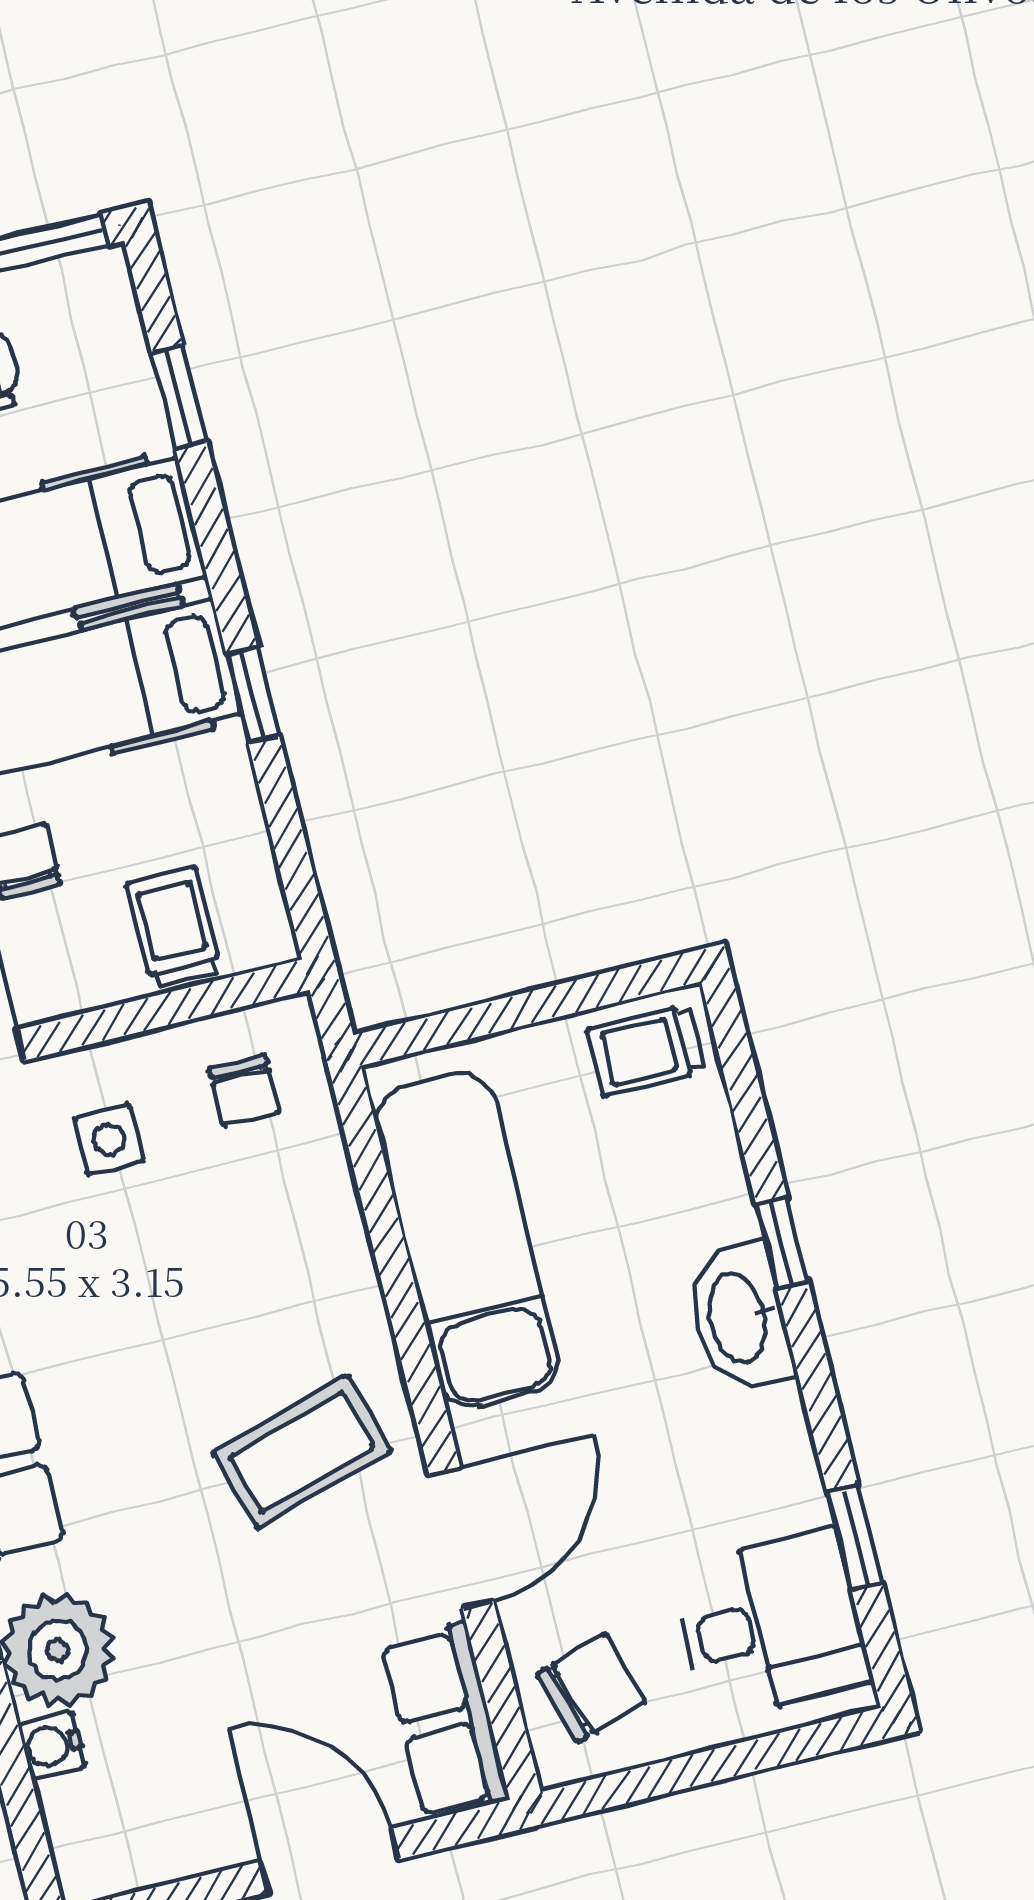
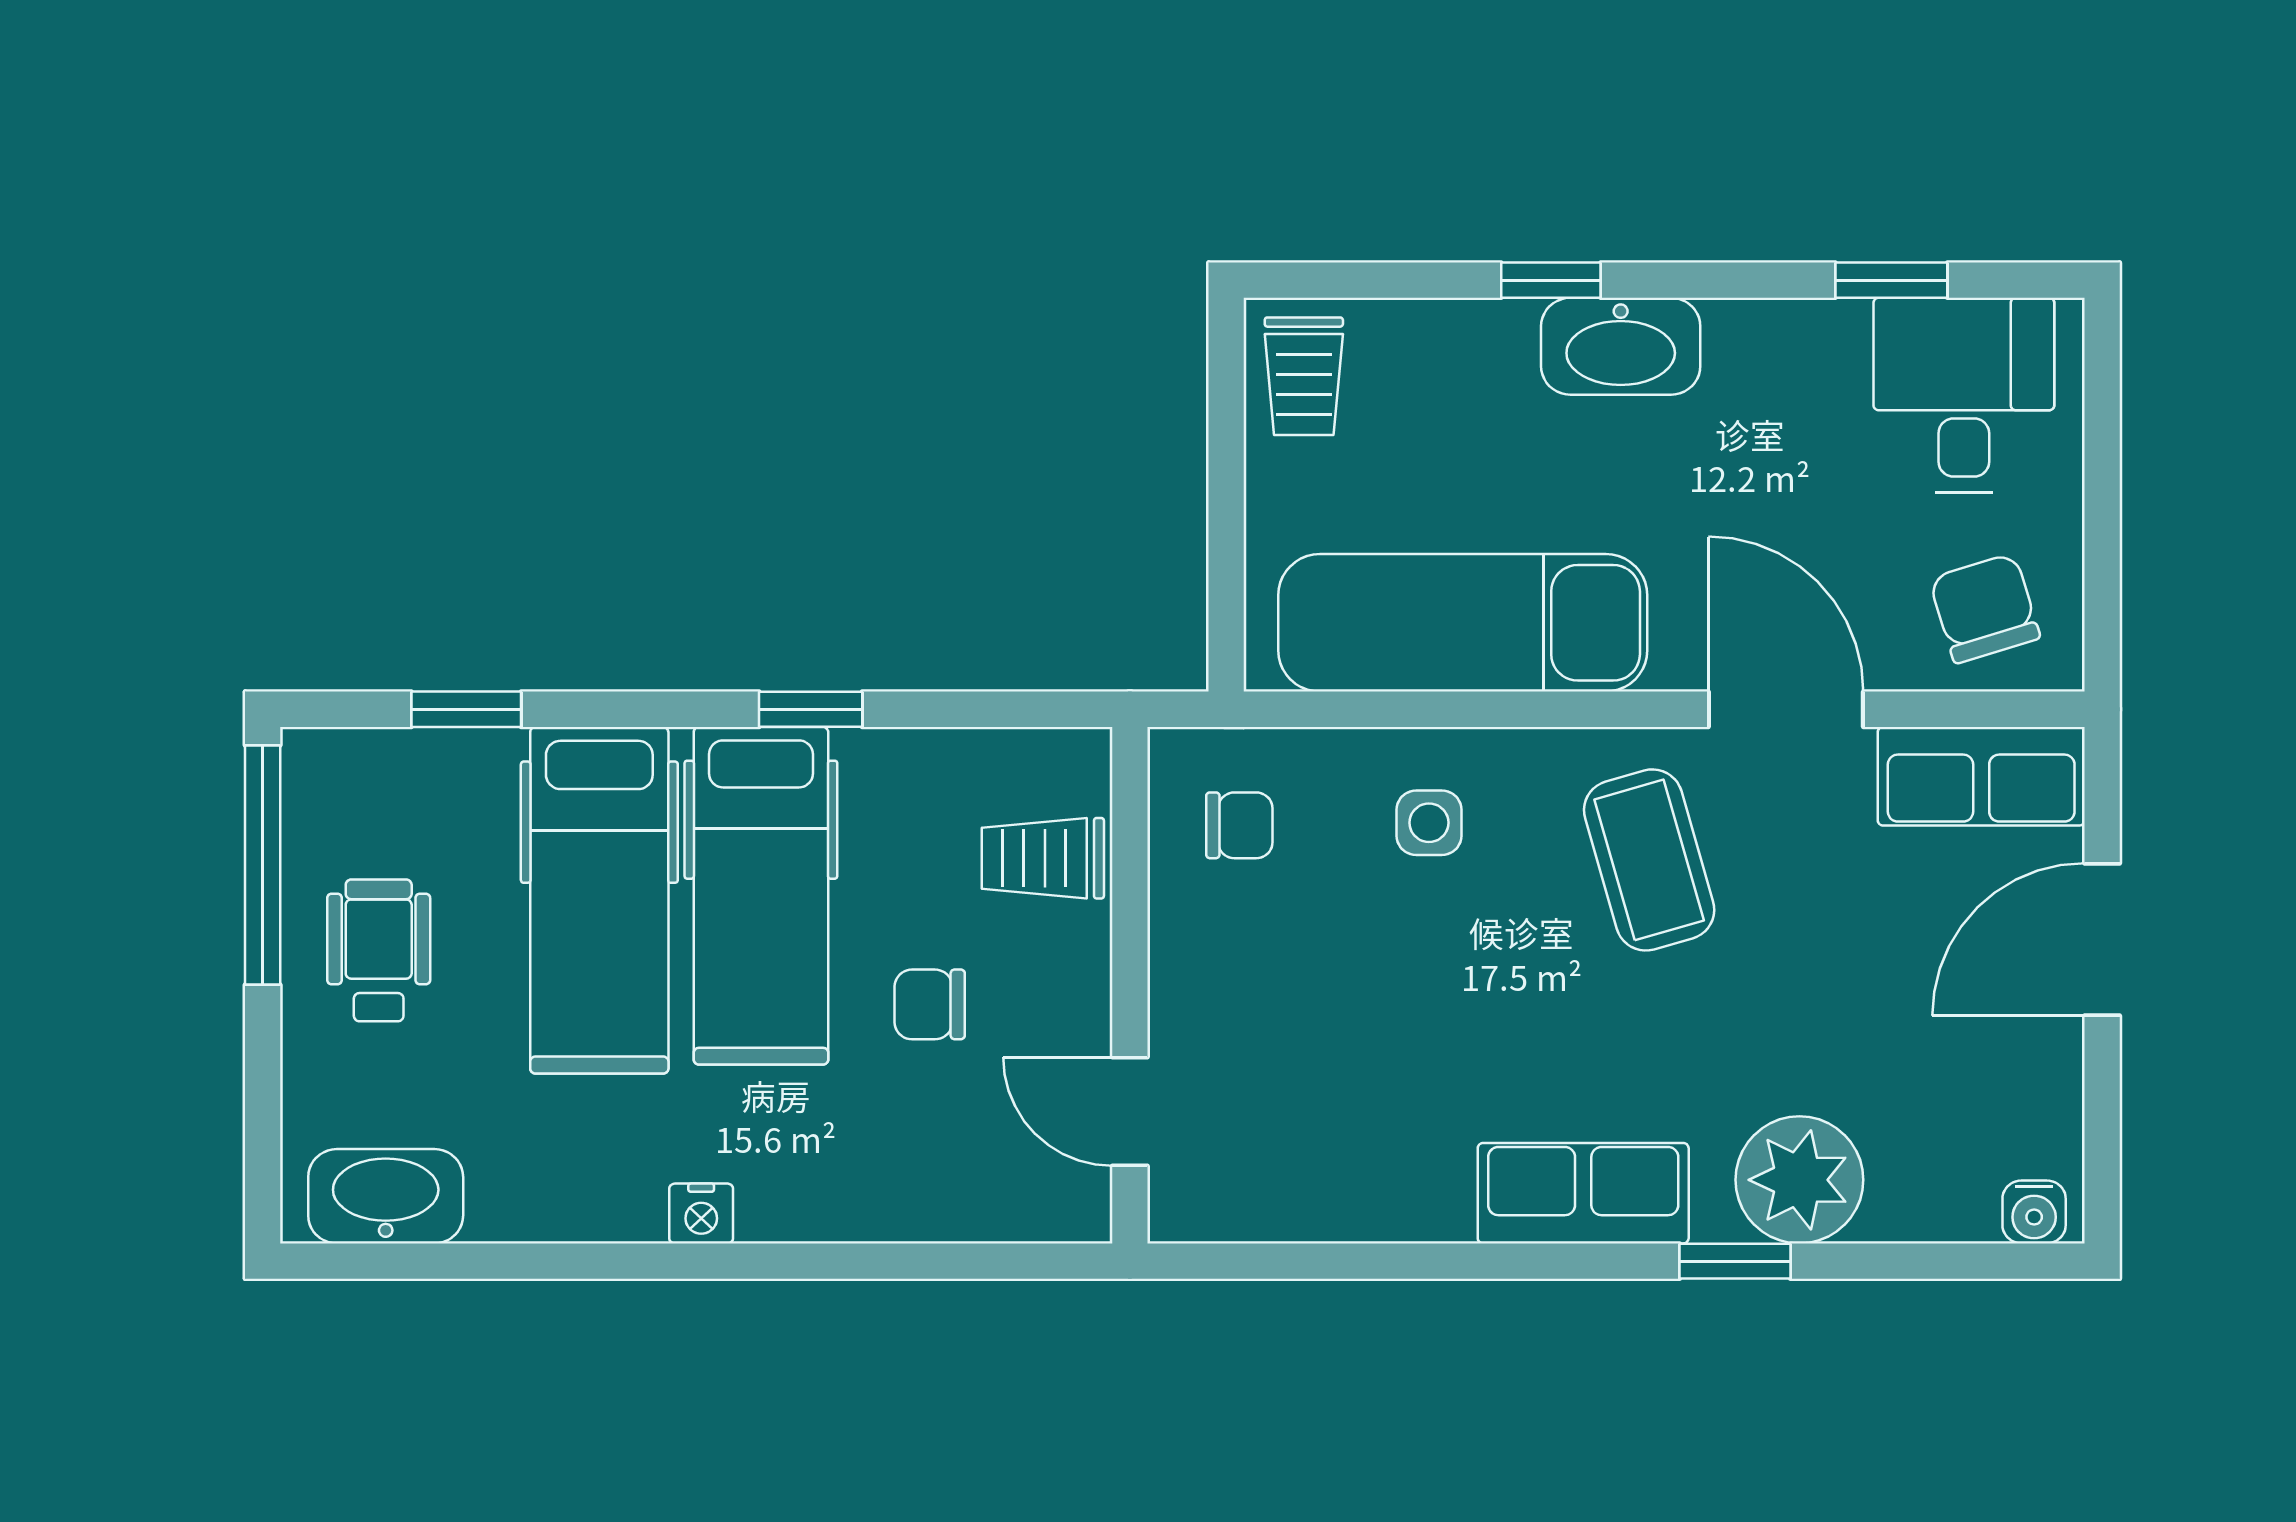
side table: (109, 1139) -> (1429, 823), moved
water cooler: (52, 1745) -> (2034, 1212), moved

